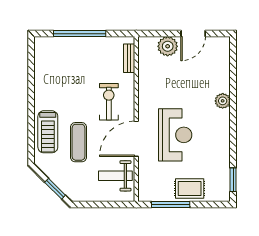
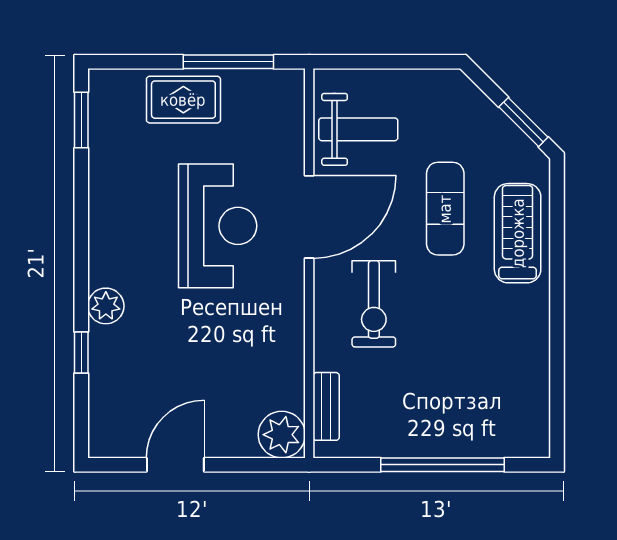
plant: (168, 46) -> (282, 435), moved
window: (233, 81) -> (81, 352), added
reception desk: (175, 135) -> (218, 226), turned 180
window: (55, 189) -> (523, 122), moved

